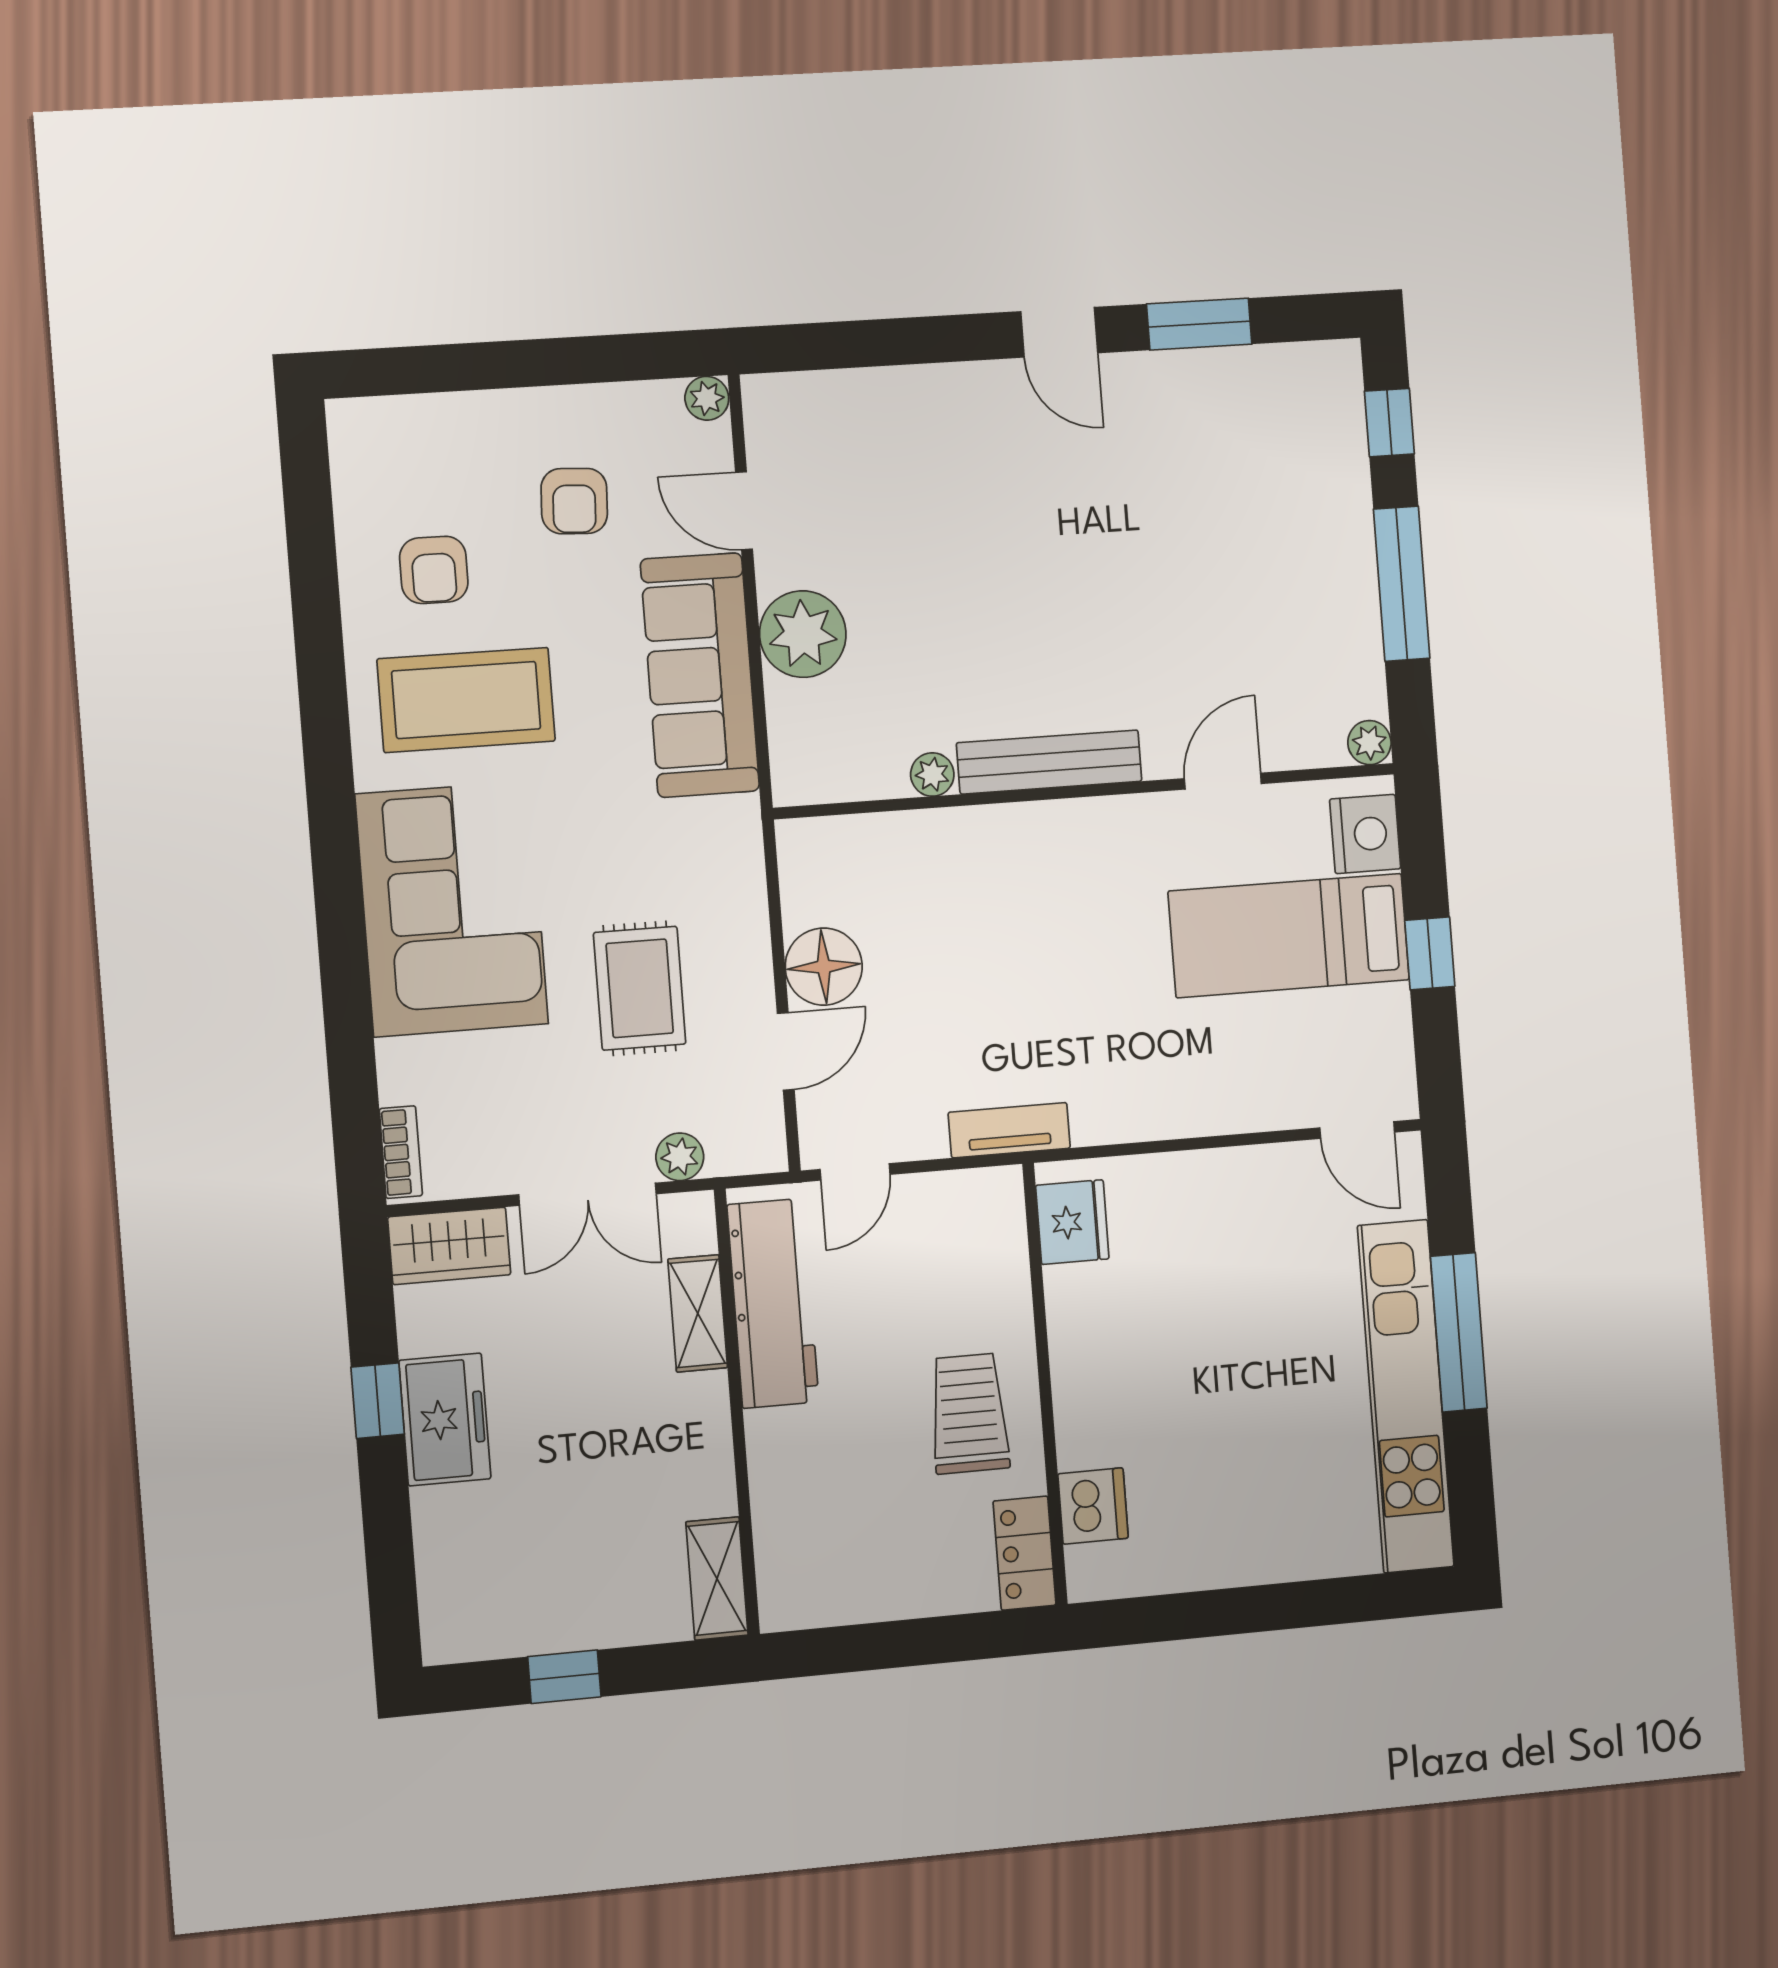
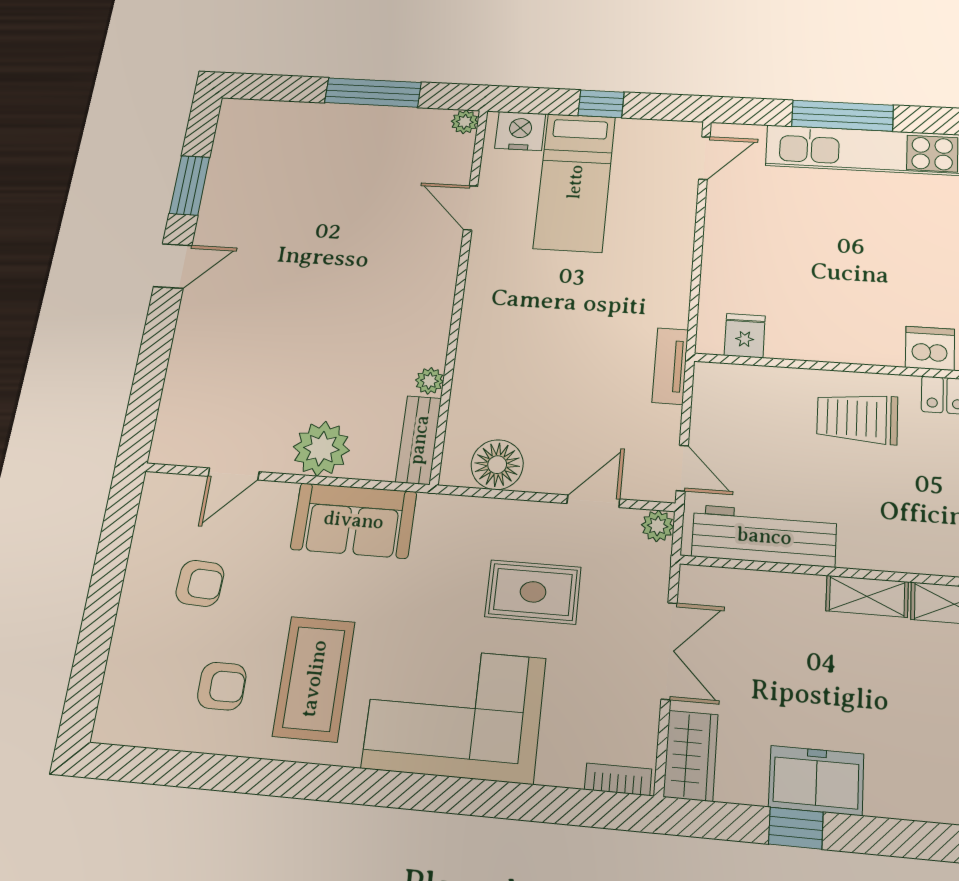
plant: (707, 398) -> (156, 487), removed
window: (1389, 423) -> (276, 88), removed
sofa: (700, 675) -> (354, 520), width x0.73
bench: (1049, 762) -> (419, 440), moved, width x0.73
floor lamp: (824, 967) -> (497, 465), moved
door: (786, 1051) -> (593, 501), hinge flipped
plant: (680, 1157) -> (658, 526), moved
fridge: (1072, 1222) -> (745, 336), width x0.72
shelving: (698, 1313) -> (867, 596), moved

